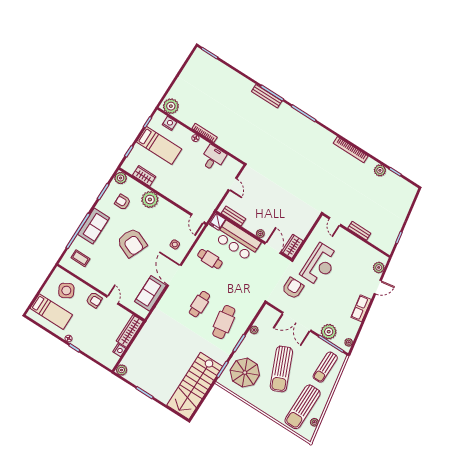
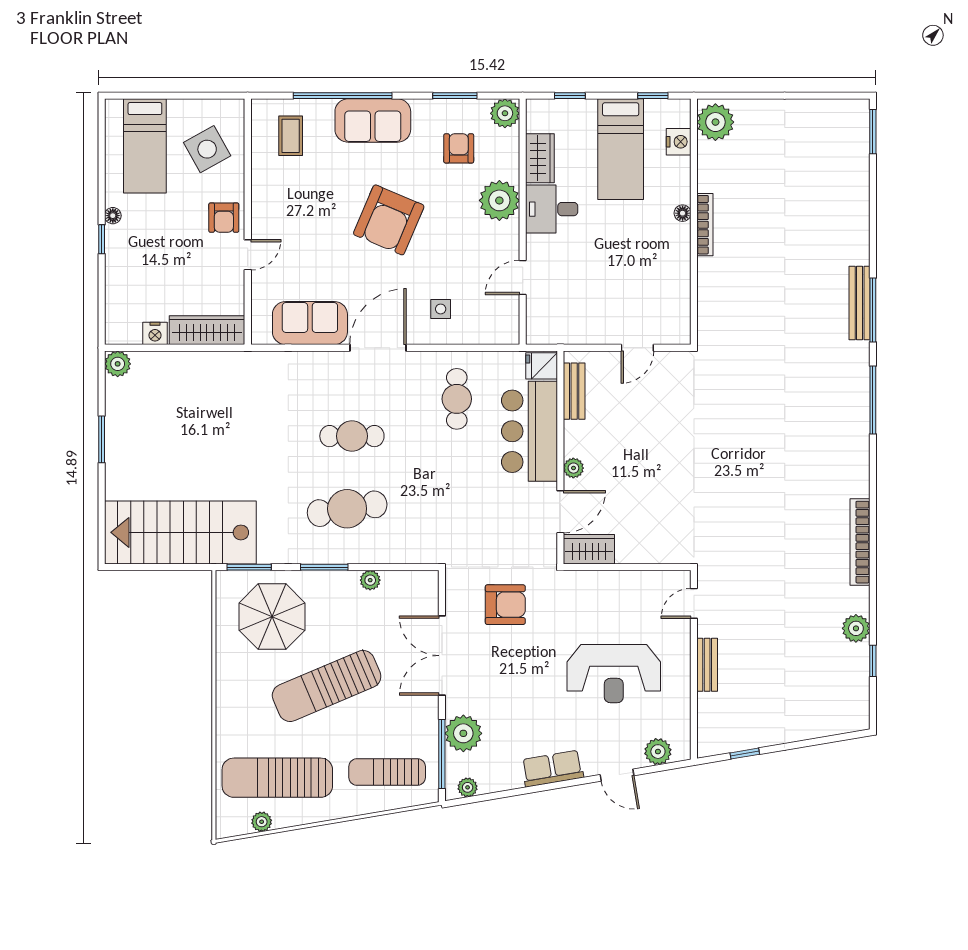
desk: (213, 158) -> (552, 209), moved, turned 180
door: (198, 219) -> (523, 277), moved
reception desk: (320, 265) -> (614, 674), moved

